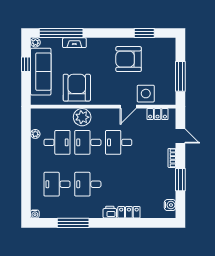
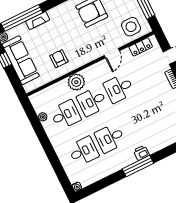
armchair: (77, 88) -> (59, 59), width x0.53, depth x0.53
side table: (146, 94) -> (131, 27), moved
desk: (57, 184) -> (83, 151), turned 180
locker: (129, 212) -> (158, 145), removed
window: (73, 223) -> (138, 166), moved

